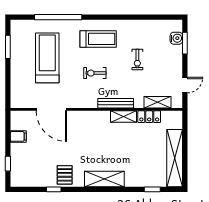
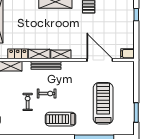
treadmill: (47, 58) -> (103, 103), turned 180
exercise bike: (95, 73) -> (47, 94), moved
shelving: (98, 116) -> (61, 54), added
filing cabinet: (18, 136) -> (127, 54), moved

